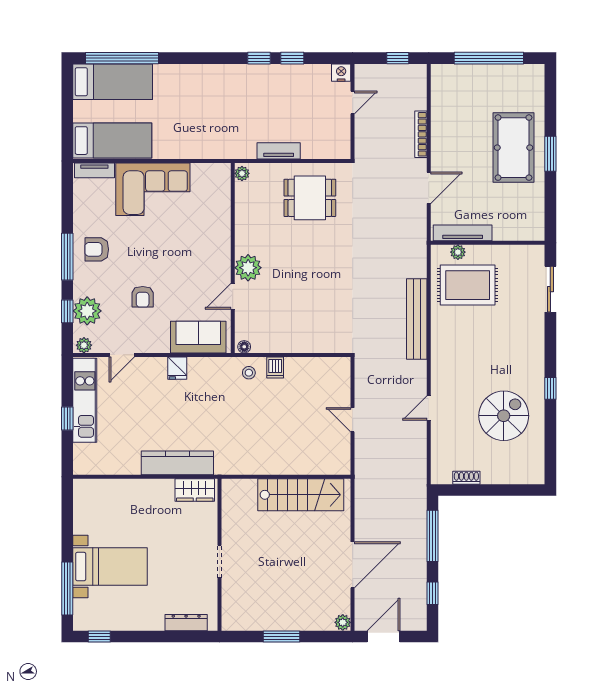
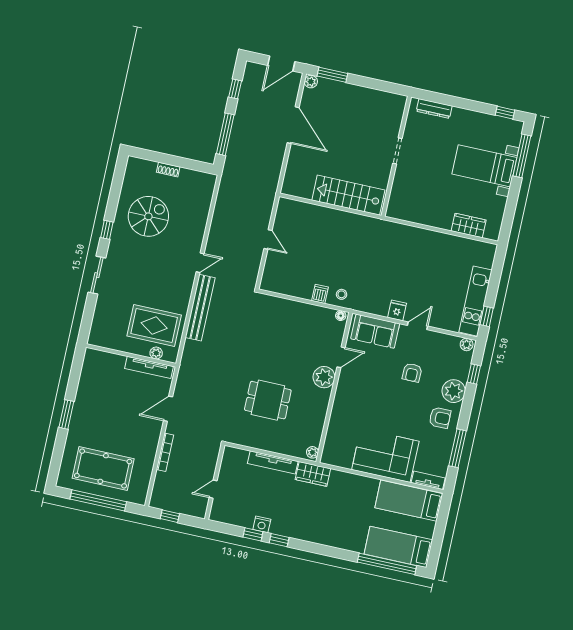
nightstand: (341, 73) -> (262, 524), moved
wardrobe: (236, 147) -> (313, 474), added
pool table: (513, 148) -> (103, 468), moved, turned 90
tv unit: (279, 151) -> (273, 462), width x1.41
dining table: (310, 198) -> (268, 400), moved
window: (67, 257) -> (458, 448), moved
sliding door: (550, 289) -> (97, 275), moved
armchair: (143, 297) -> (412, 373), turned 180
plant: (87, 311) -> (454, 391), moved
door: (122, 355) -> (417, 326), moved
door: (429, 408) -> (200, 263), moved
spiral stairs: (504, 416) -> (148, 216), turned 180
window: (67, 419) -> (487, 316), moved
kitchen counter: (177, 463) -> (413, 236), removed
shoe rack: (466, 478) -> (168, 170), moved
wardrobe: (195, 490) -> (469, 226), moved
stairs: (301, 495) -> (348, 195), moved
door: (353, 565) -> (293, 125), swing flipped
window: (281, 636) -> (332, 75), moved

